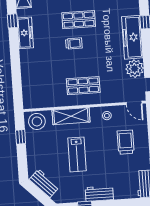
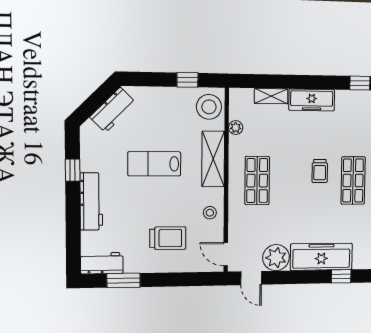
freezer: (25, 33) -> (312, 100), moved
shelving: (26, 81) -> (271, 96), added
plant: (49, 103) -> (236, 128), added
door: (134, 103) -> (226, 254), hinge flipped
workbench: (99, 194) -> (91, 201), width x1.38

